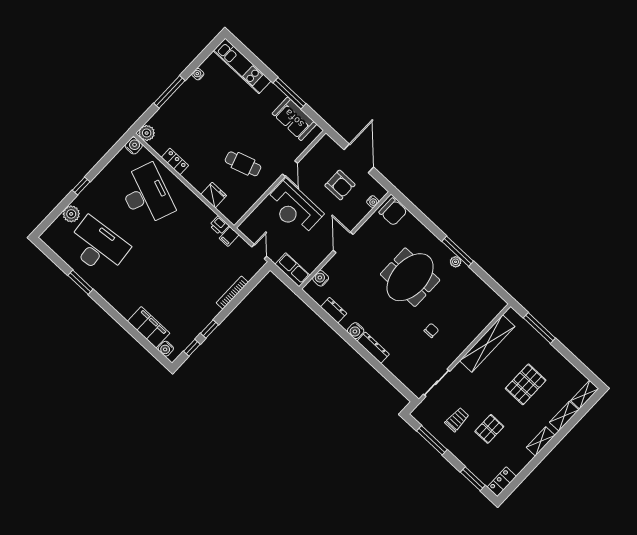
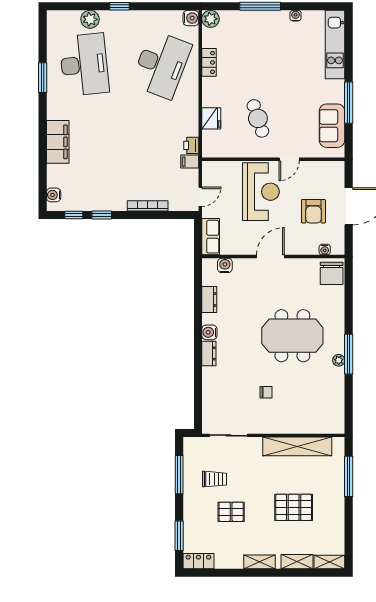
reception desk: (294, 208) -> (261, 192), turned 180
filing cabinet: (149, 327) -> (58, 142), moved
dresser: (373, 348) -> (209, 353), width x0.70

